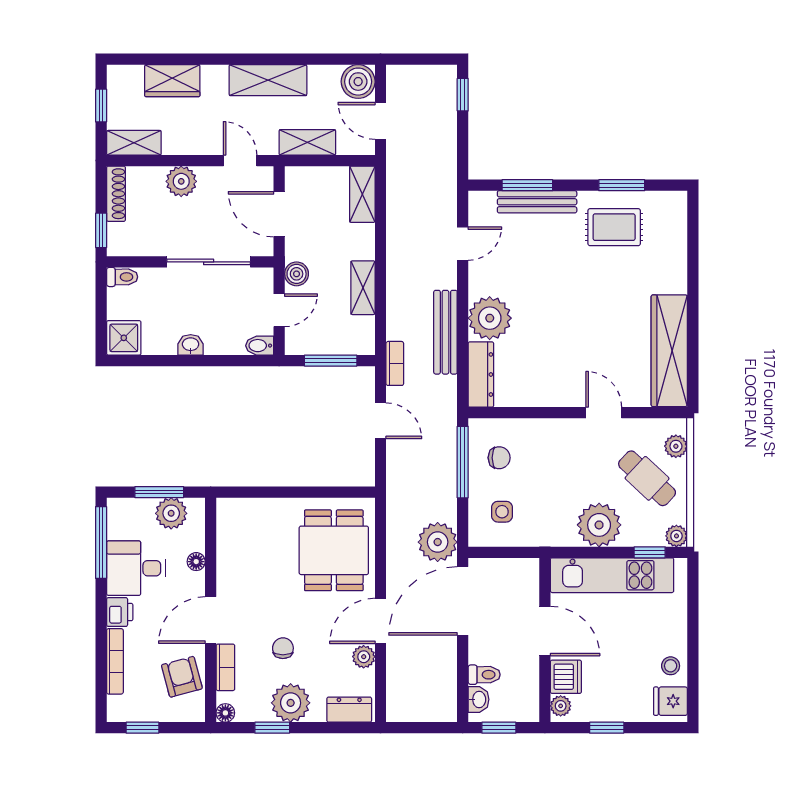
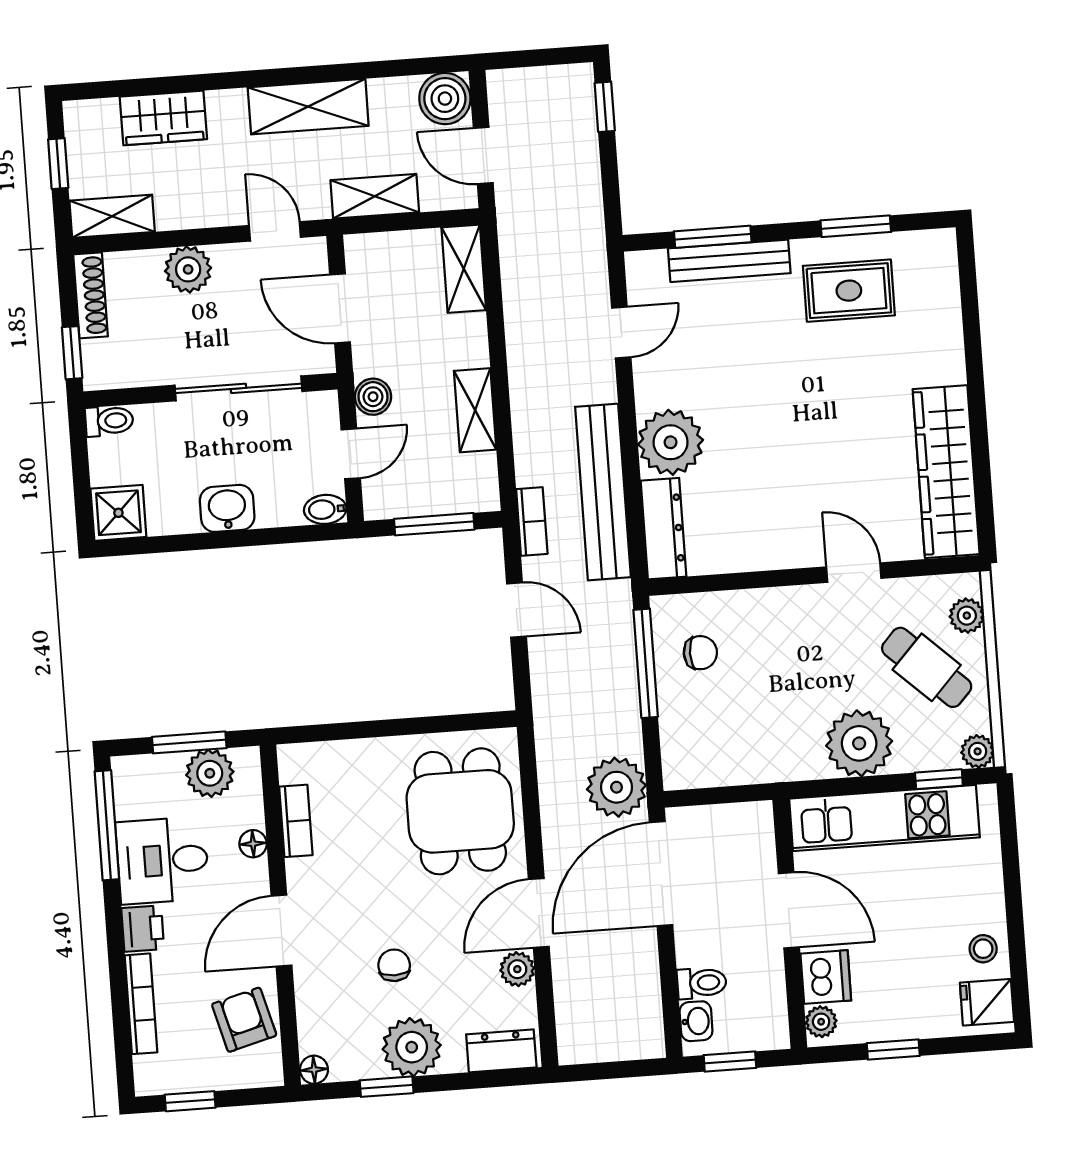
bench: (445, 332) -> (603, 492), width x1.37, depth x1.21
washbasin: (191, 345) -> (227, 508), width x1.38, depth x1.45
side table: (502, 512) -> (711, 734), removed
bookcase: (225, 667) -> (296, 821), moved

